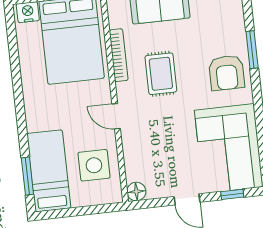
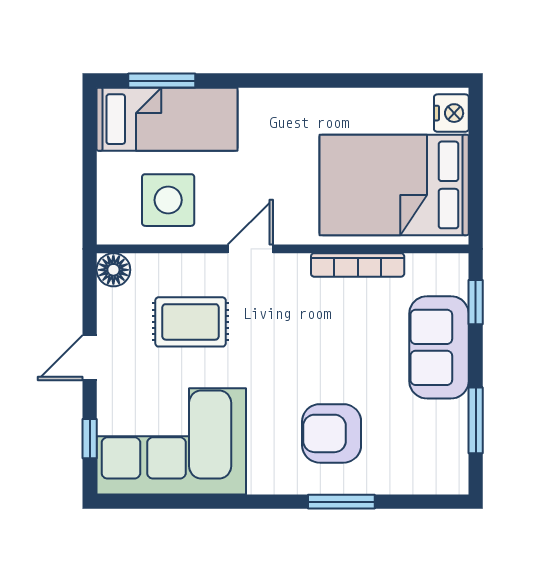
armchair: (227, 73) -> (332, 433), moved
rug: (161, 74) -> (191, 322), moved

